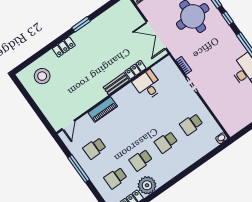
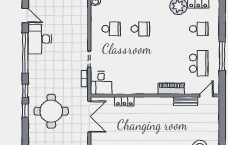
bench: (116, 84) -> (186, 101), moved
desk: (148, 85) -> (101, 83), moved
school desk: (95, 148) -> (199, 63), width x1.85
school desk: (141, 160) -> (169, 29), removed

